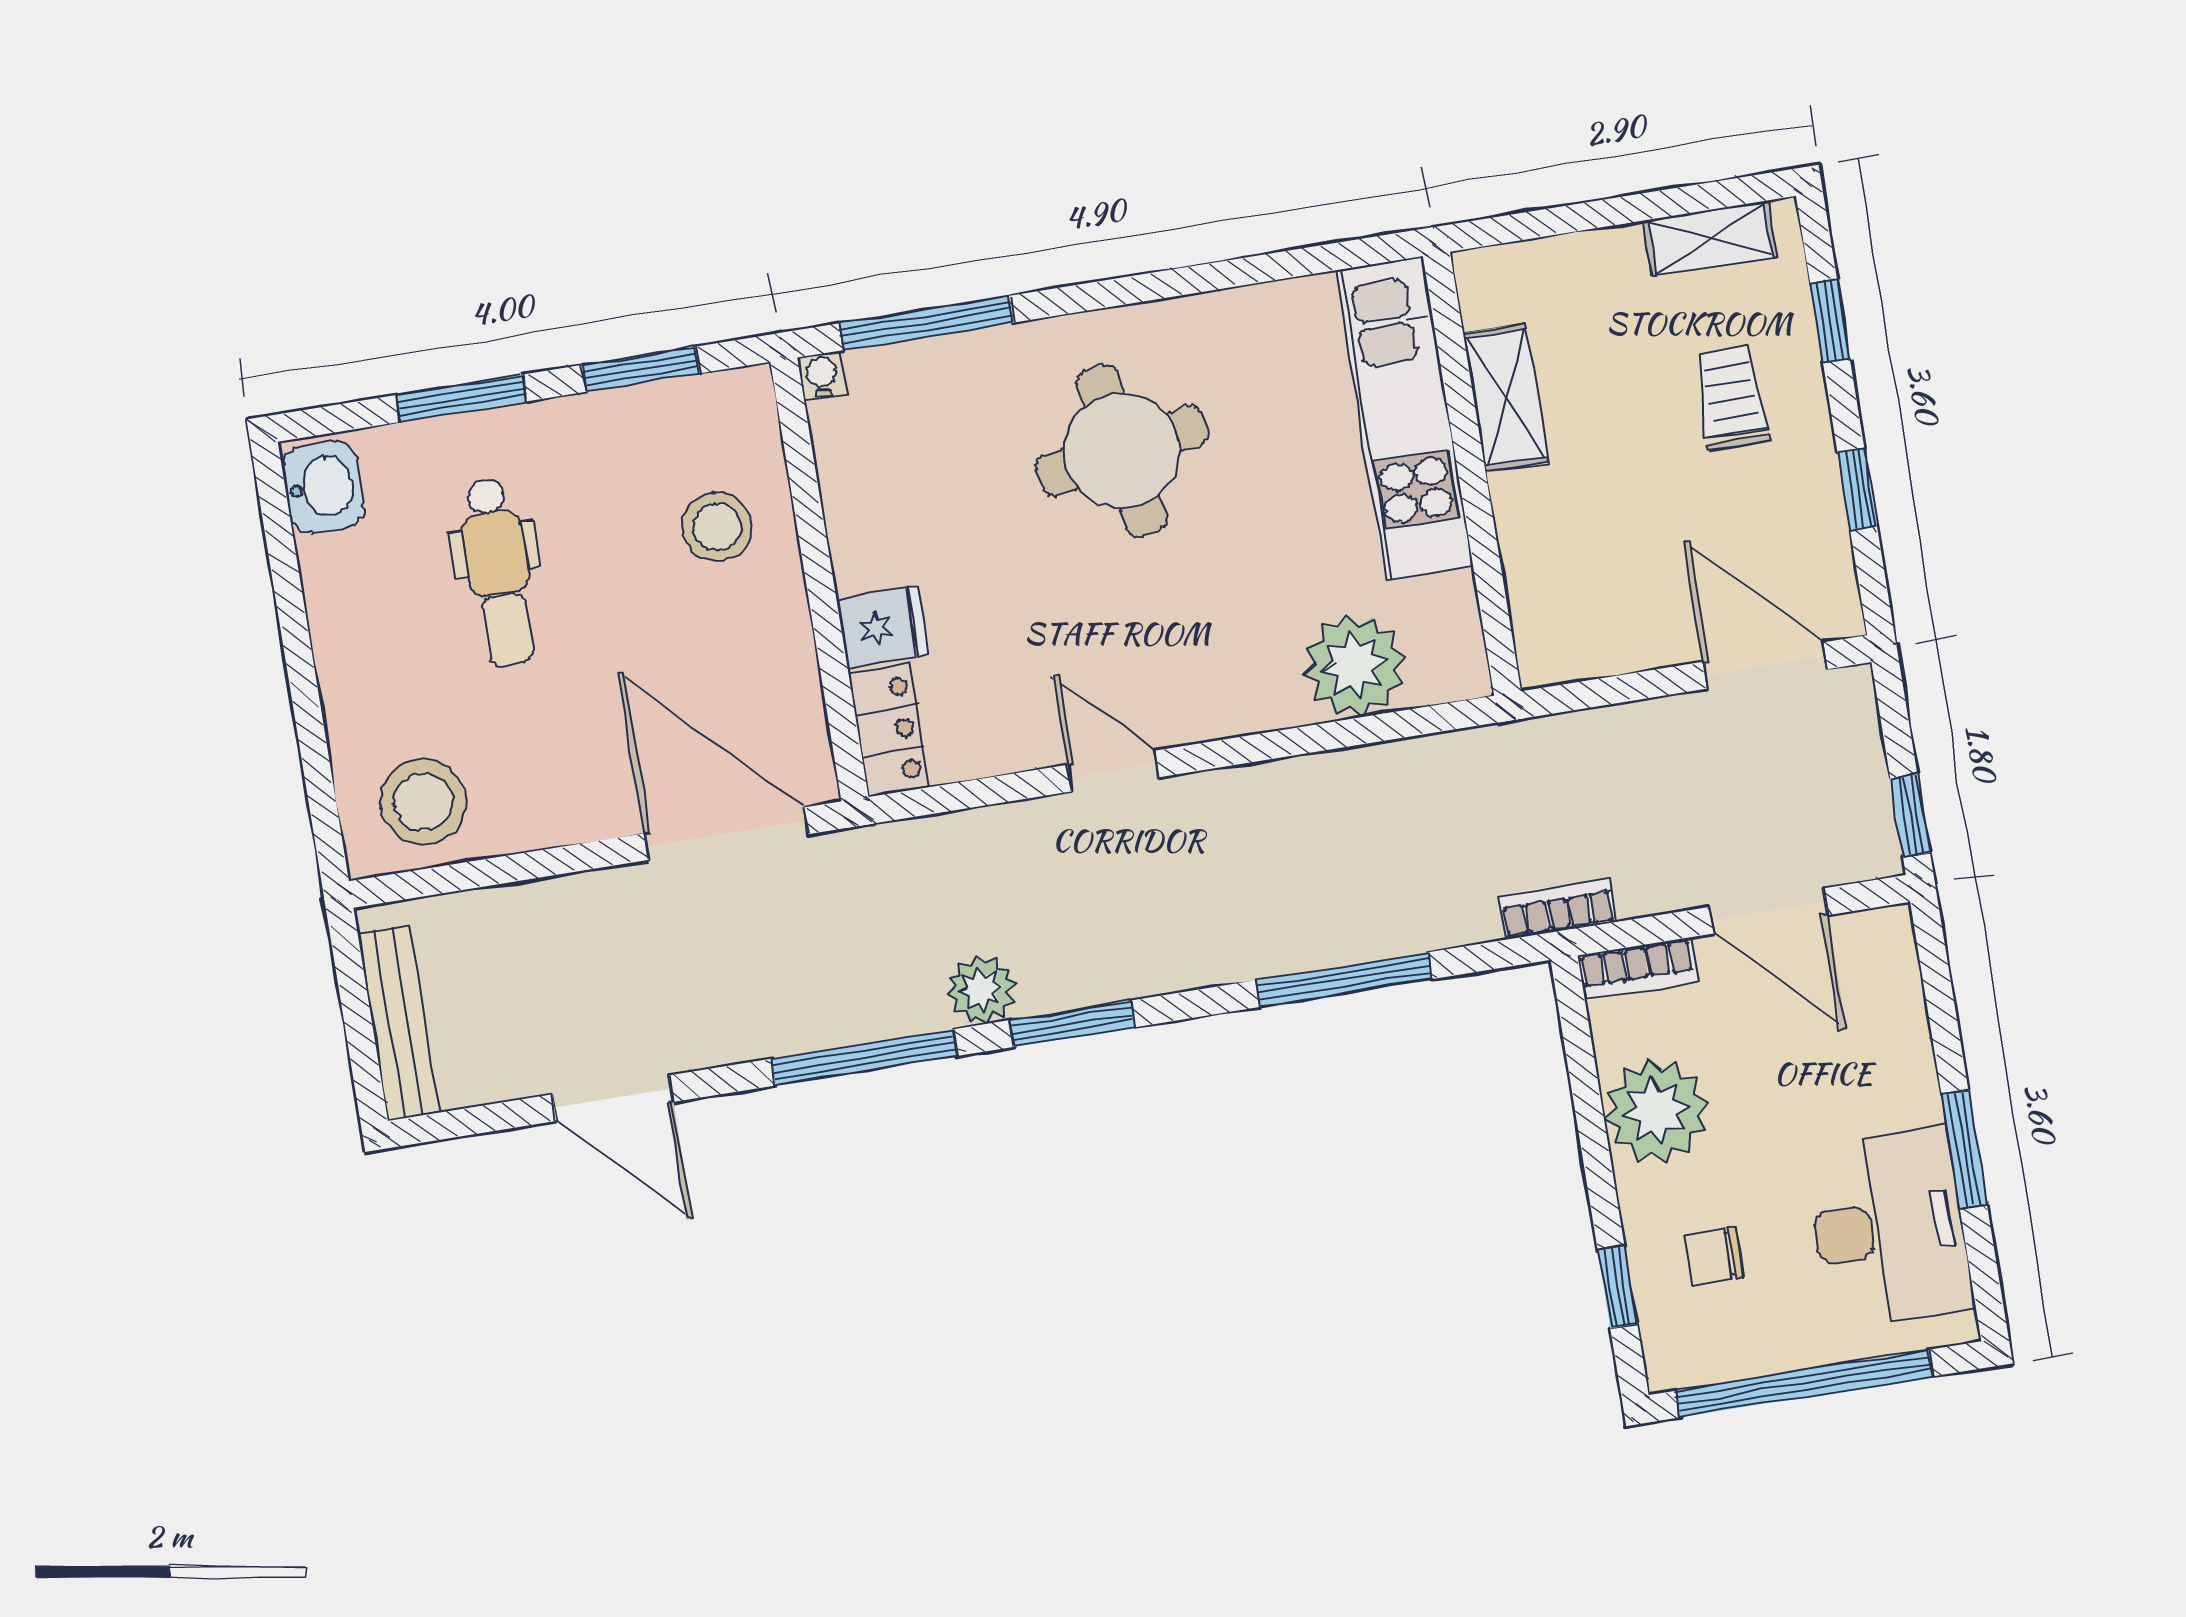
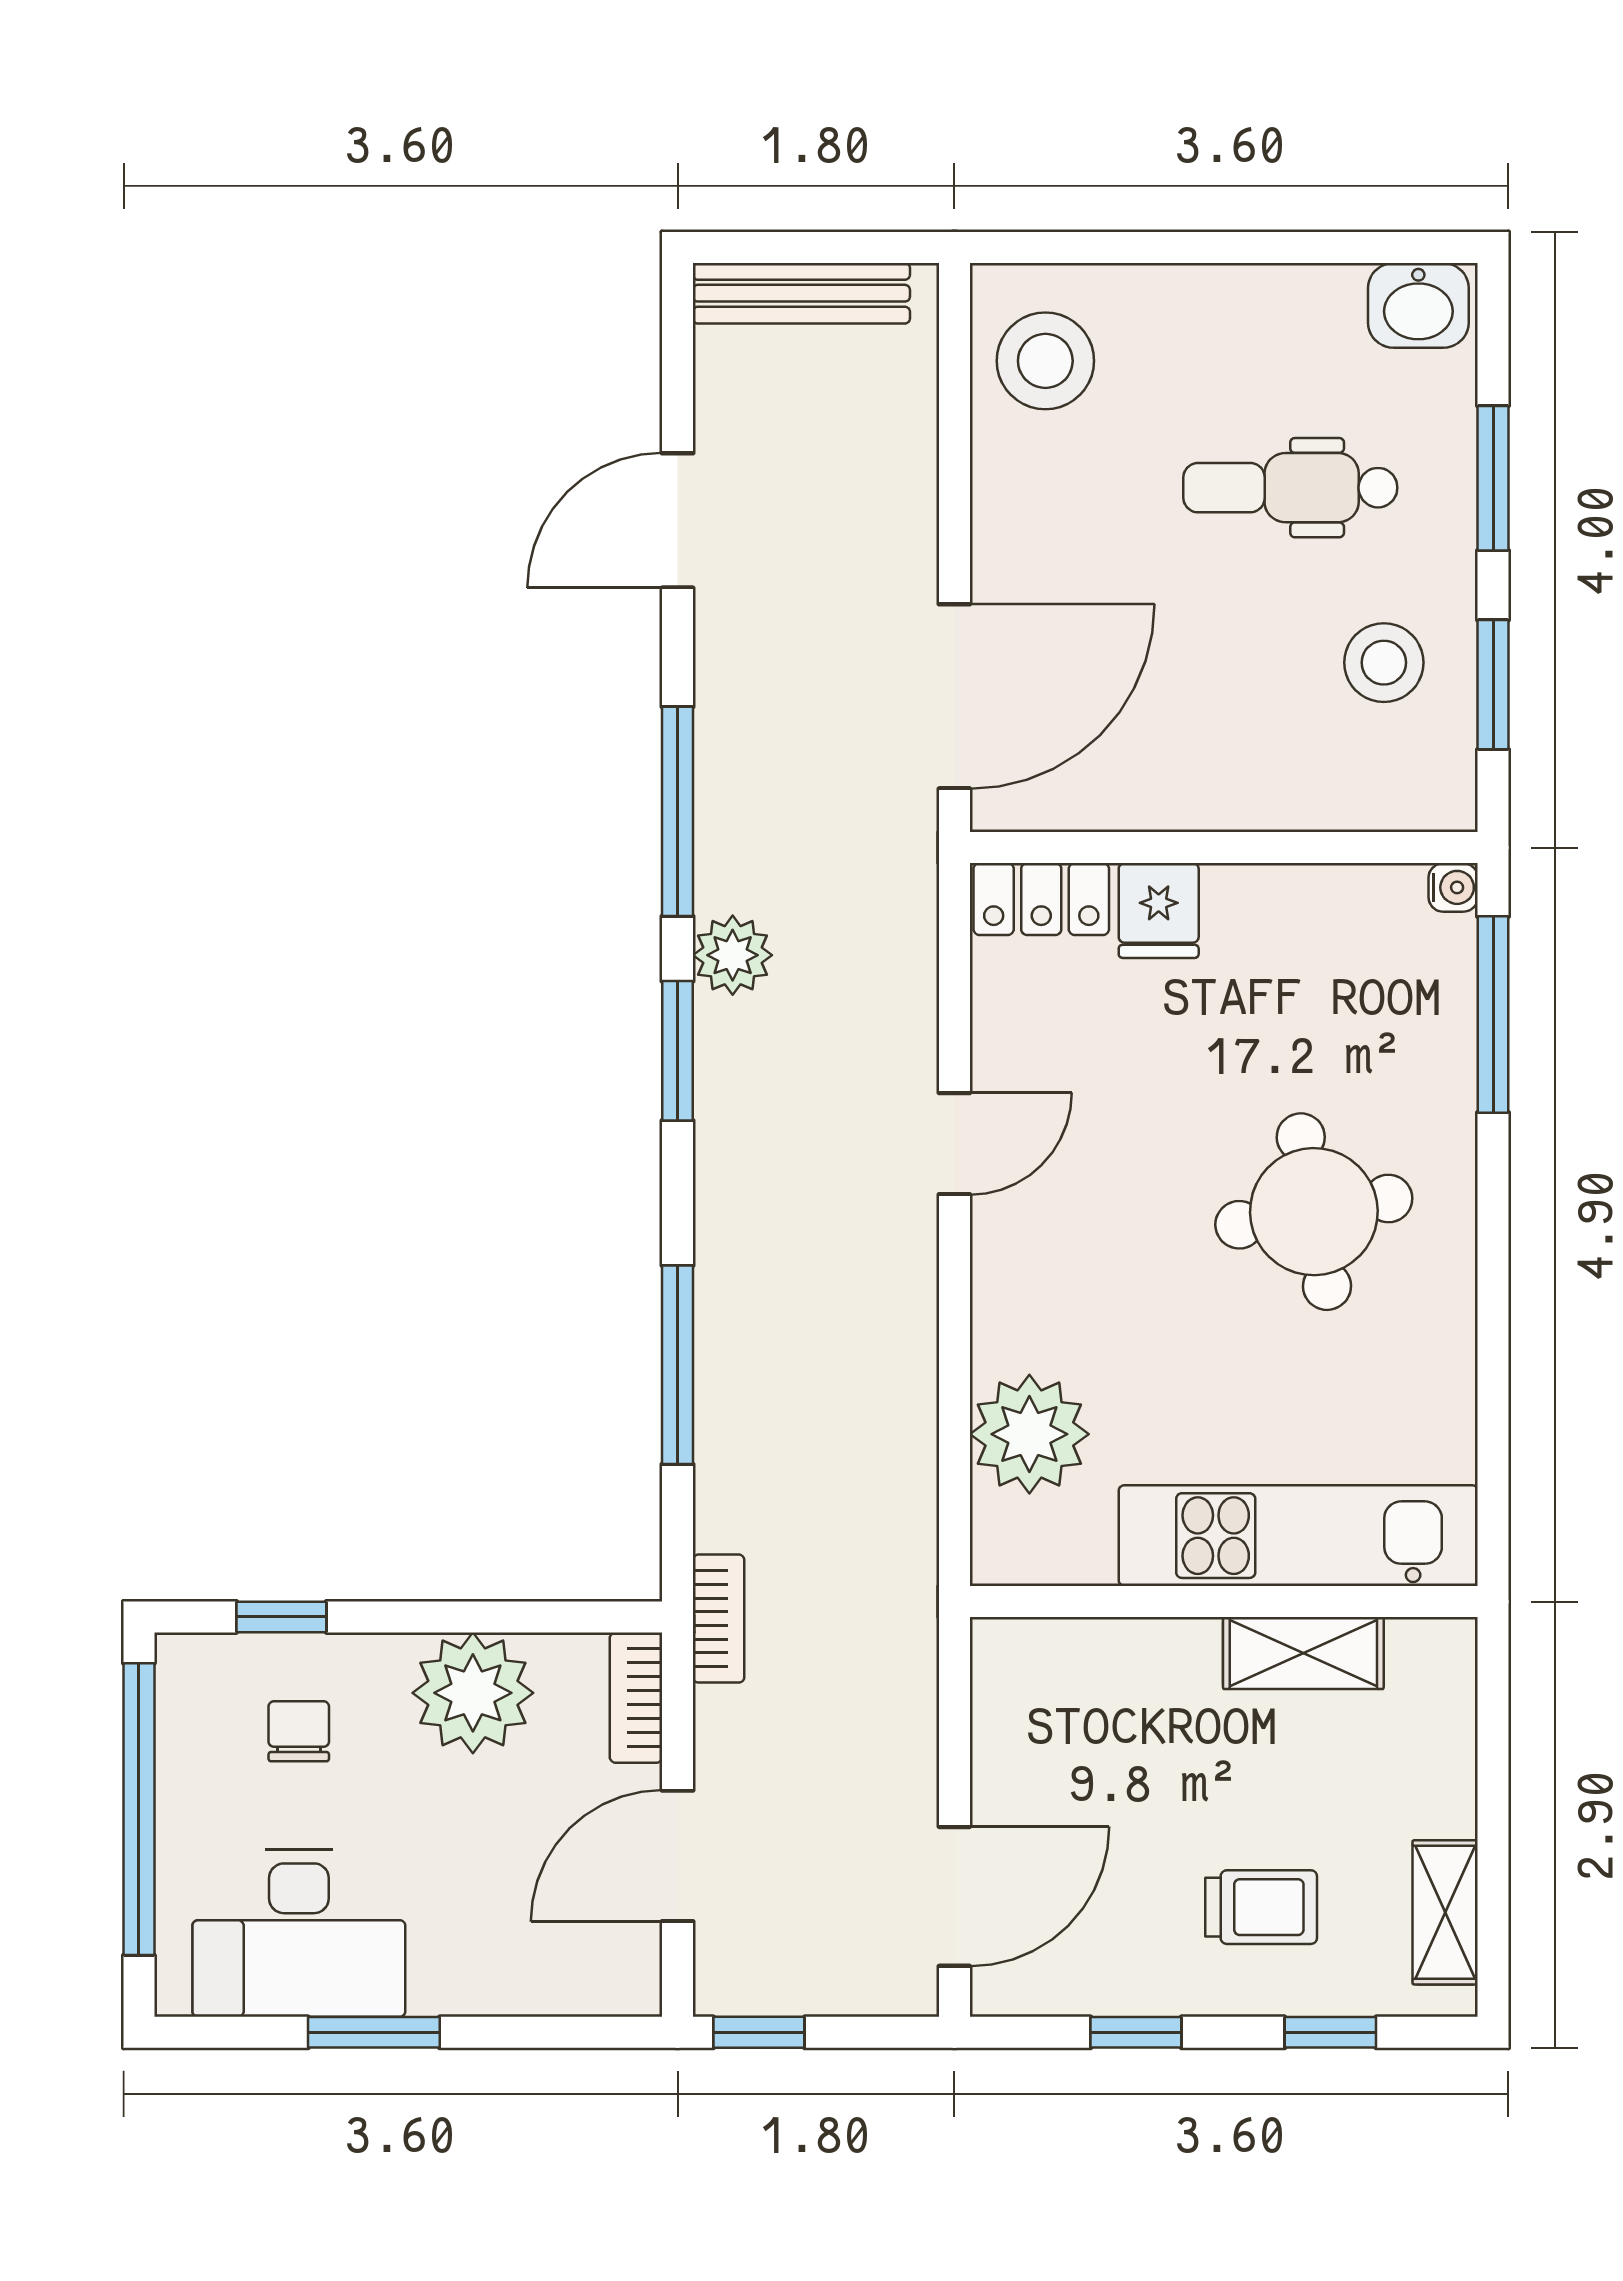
stool: (717, 527) -> (1384, 663), moved

